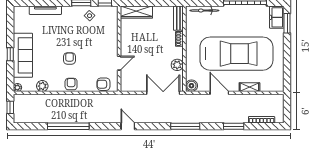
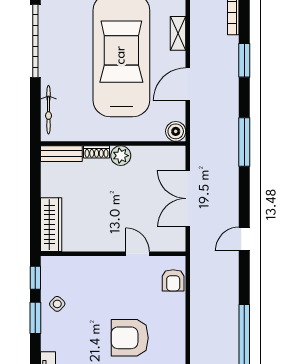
armchair: (69, 58) -> (130, 338), width x1.88, depth x1.88
plant: (177, 65) -> (121, 156), moved
armchair: (71, 84) -> (173, 335), removed
double door: (163, 93) -> (188, 199), moved

